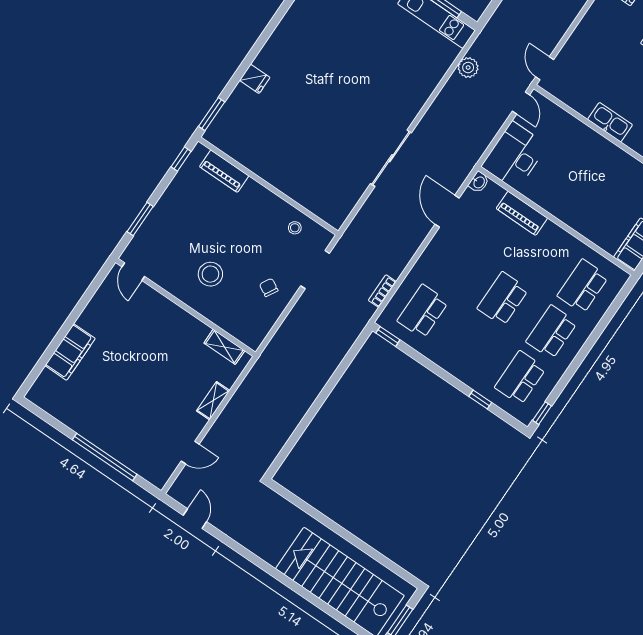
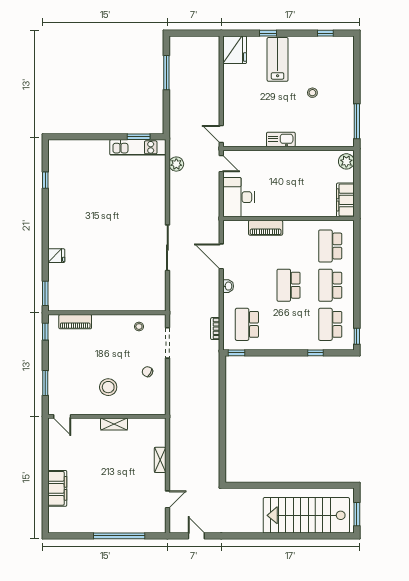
washbasin: (479, 182) -> (228, 286), moved
shelving: (224, 347) -> (114, 424), moved

